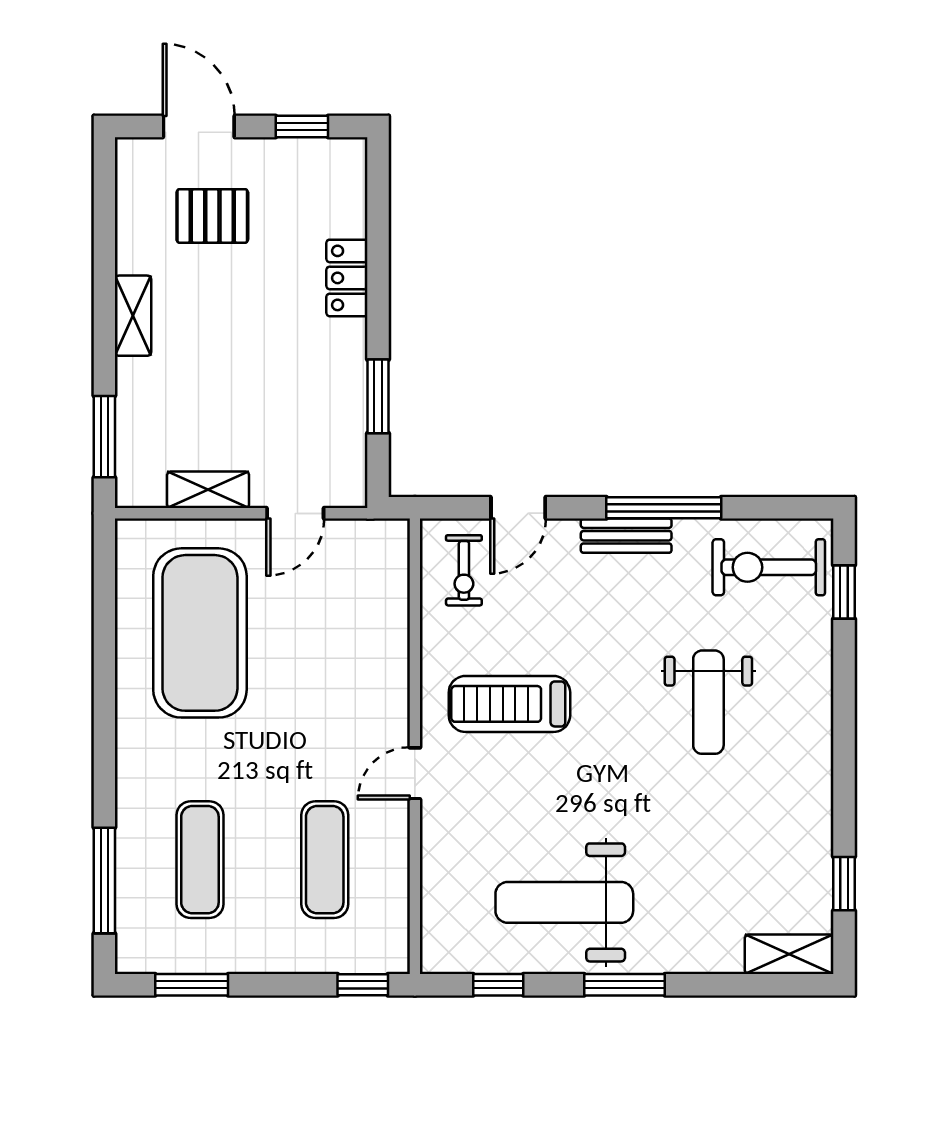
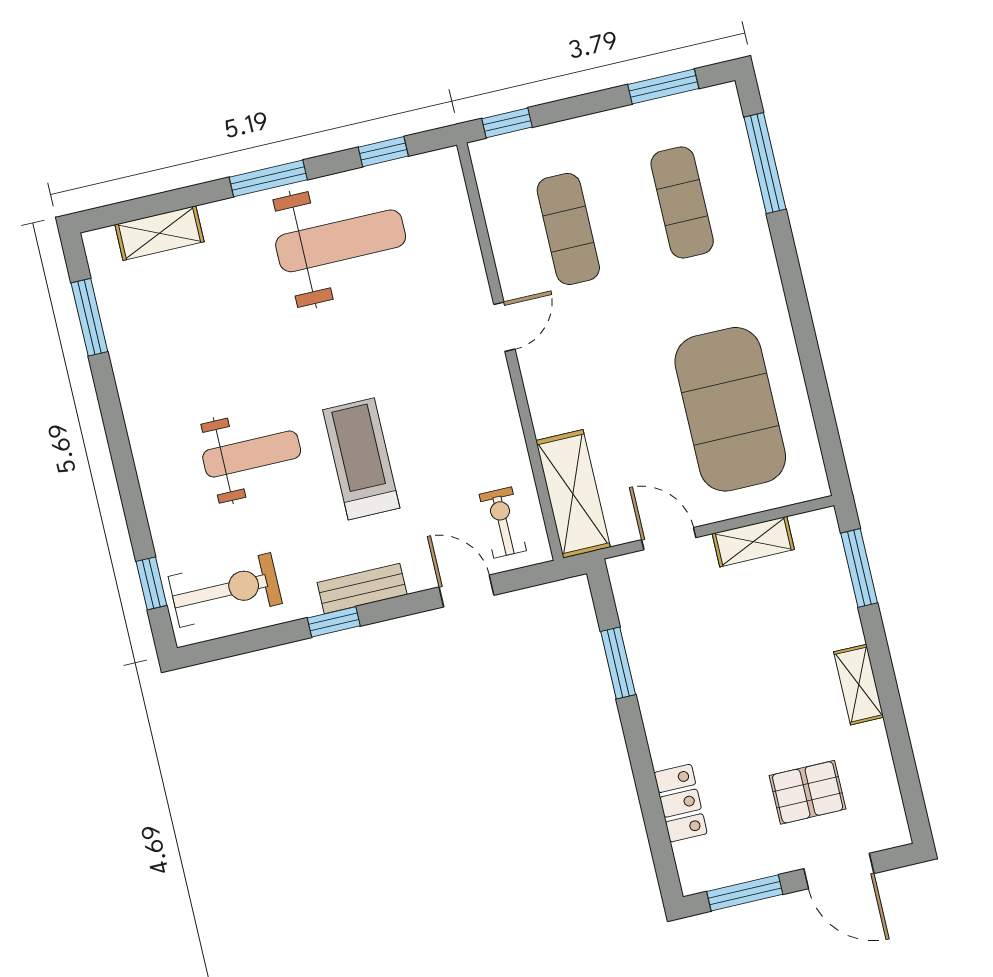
window: (302, 127) -> (745, 893), width x1.50
locker: (347, 278) -> (681, 803), moved
door: (518, 508) -> (467, 591), hinge flipped
window: (664, 508) -> (334, 622), width x0.46
door: (295, 513) -> (669, 539), hinge flipped
shelving: (384, 583) -> (573, 494), added
weight bench: (708, 702) -> (252, 454), turned 90
treadmill: (509, 704) -> (361, 459), moved, turned -90
window: (844, 884) -> (89, 317), width x1.50
shelving: (789, 954) -> (159, 233), moved

